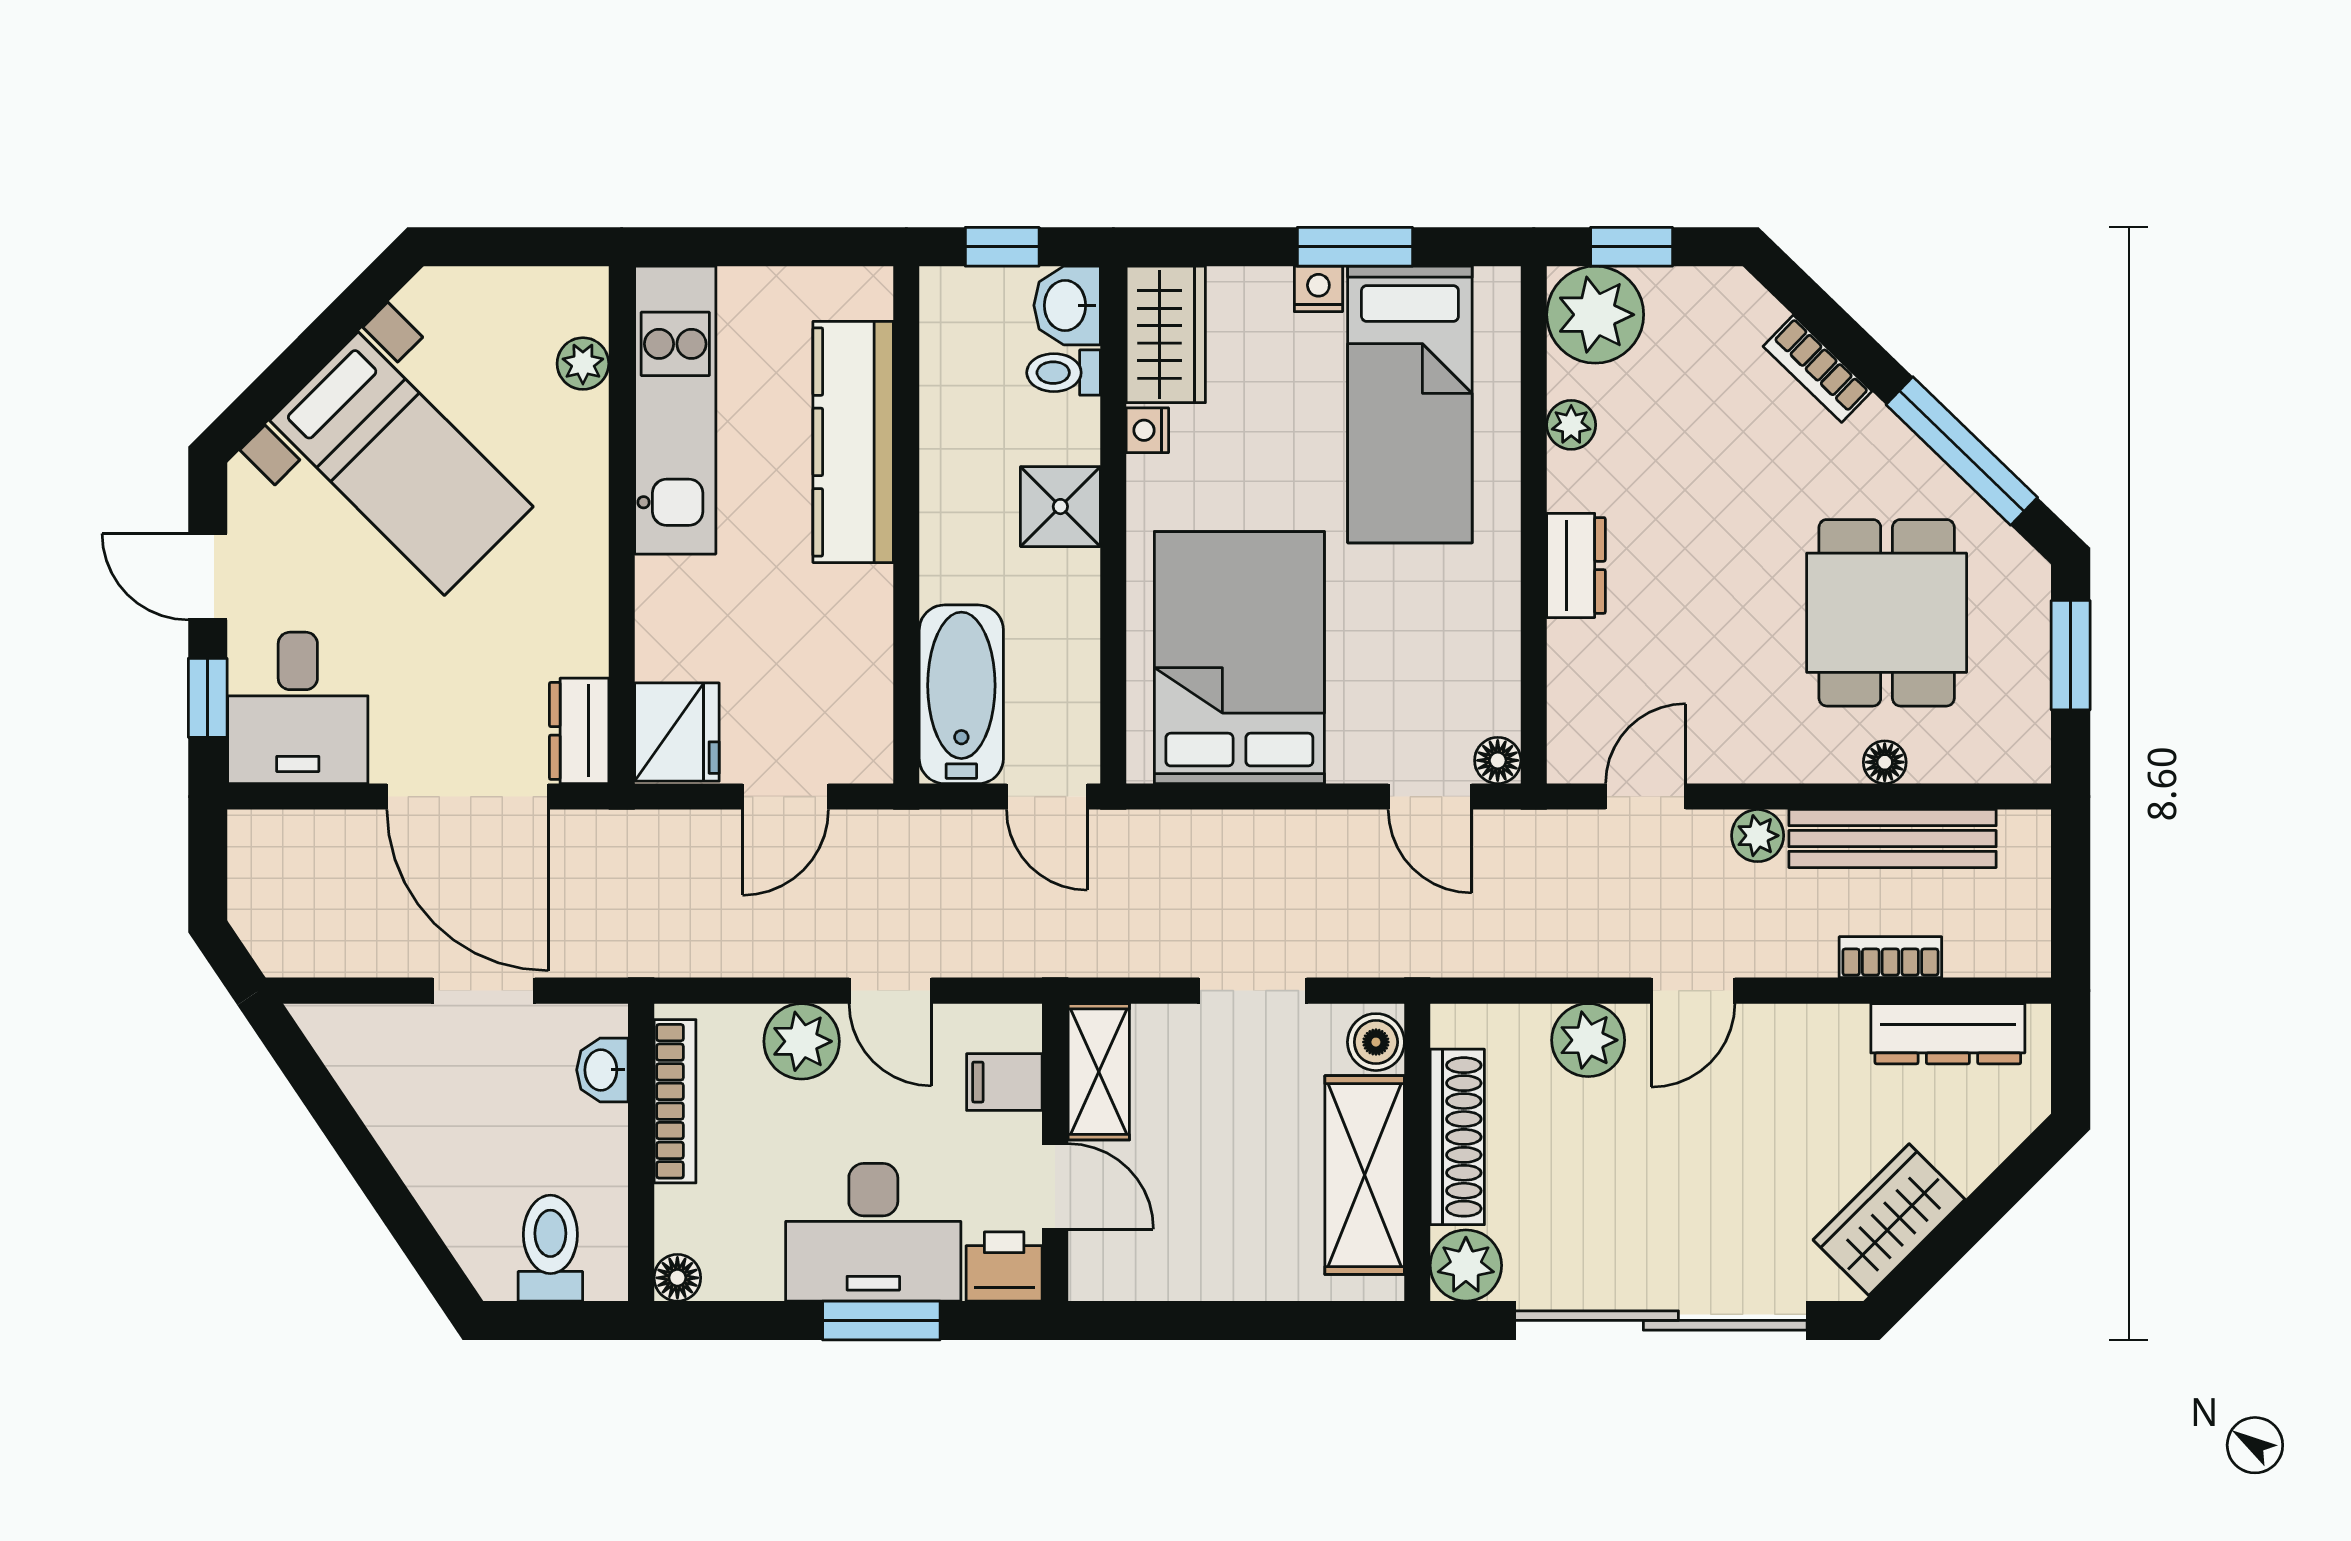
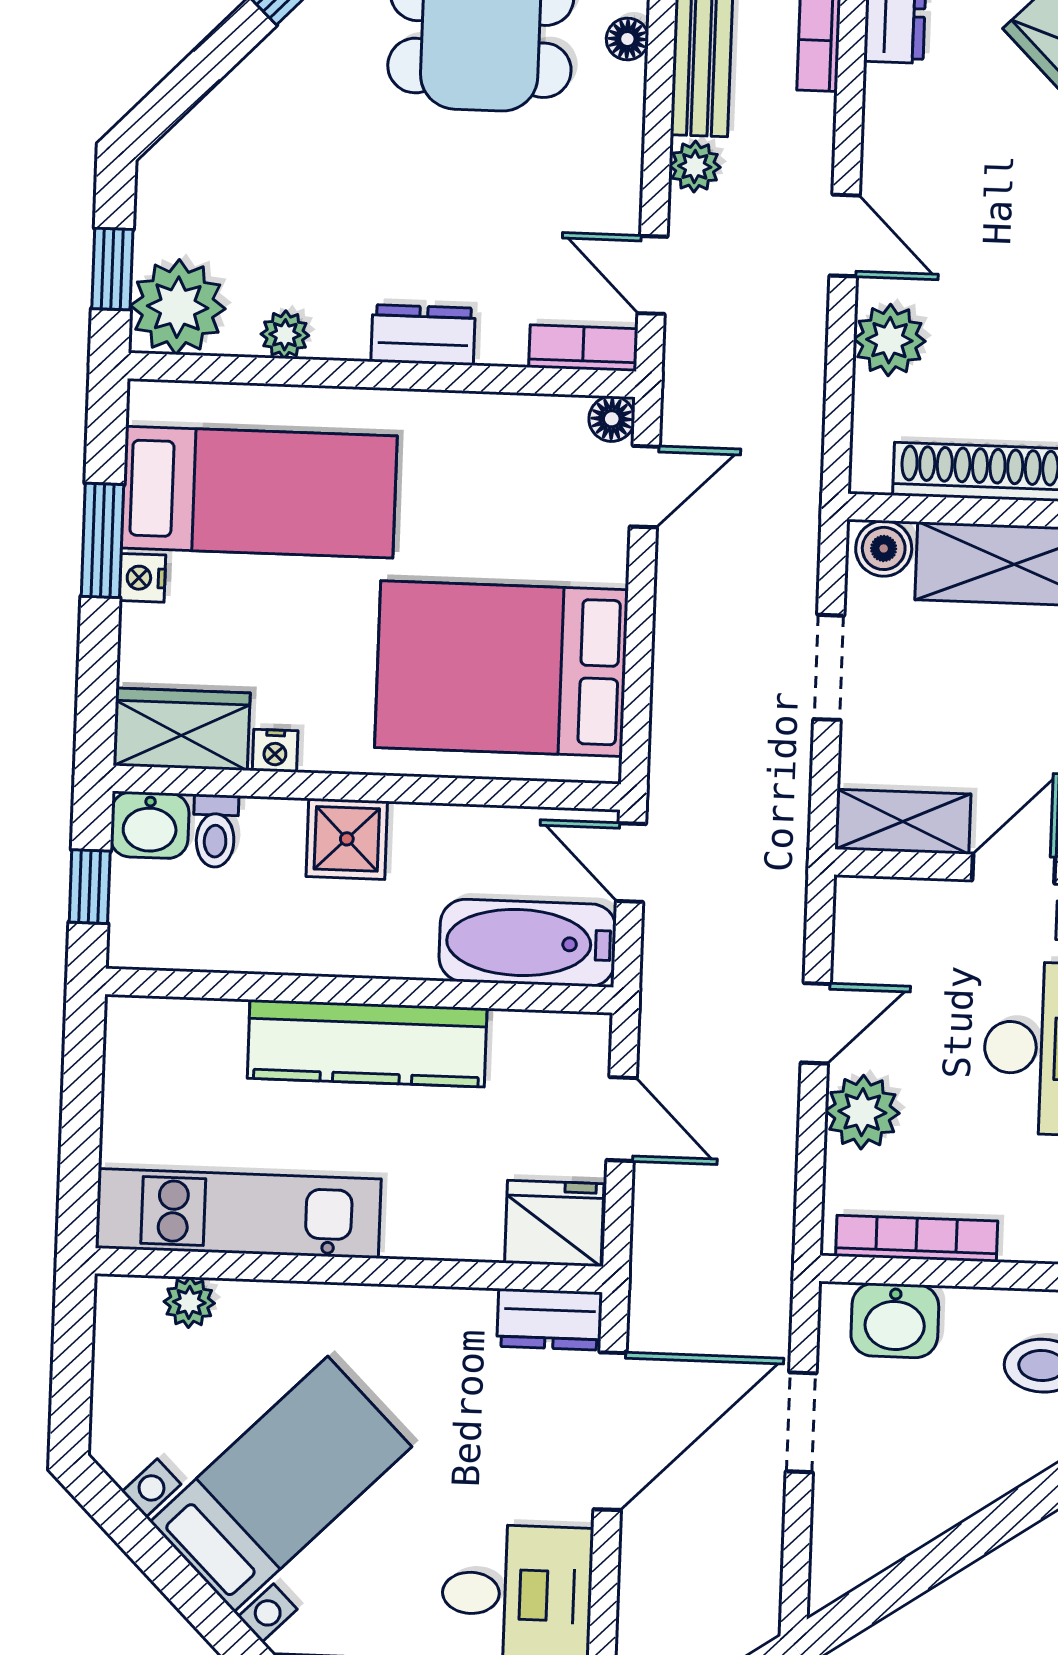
bookcase: (1817, 369) -> (583, 348), moved, turned -134
kitchen counter: (853, 442) -> (367, 1043), moved
door: (1047, 797) -> (631, 863), swing flipped
washbasin: (602, 1070) -> (895, 1320), width x1.38, depth x1.45
filing cabinet: (1004, 1082) -> (910, 915), removed

